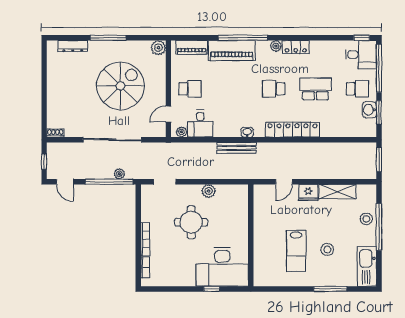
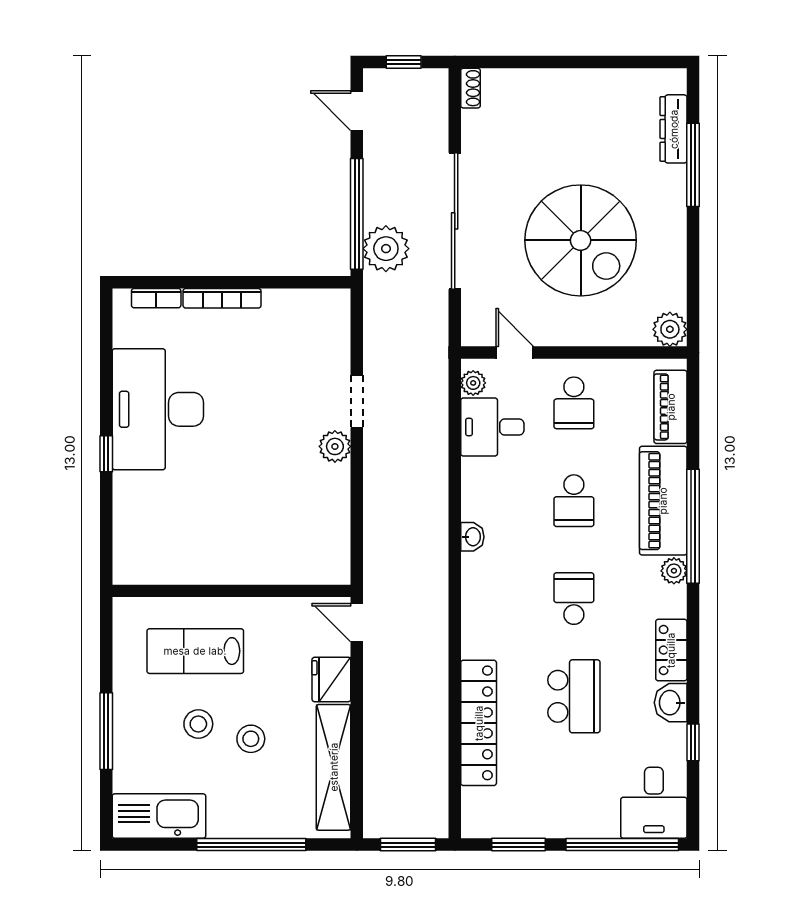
window: (108, 38) -> (693, 165), moved
window: (362, 38) -> (693, 742), moved
plant: (276, 46) -> (674, 571), moved
school desk: (357, 89) -> (574, 501), moved
washbasin: (369, 110) -> (671, 703), moved, turned -90
locker: (292, 130) -> (479, 723), moved
bench: (237, 148) -> (436, 512), removed
plant: (119, 174) -> (386, 249), width x1.88, depth x1.88
door: (65, 182) -> (357, 111), hinge flipped
doorway: (165, 182) -> (357, 401), moved
shelving: (337, 192) -> (334, 767), width x1.47
stool: (366, 219) -> (251, 739), moved
round table: (191, 222) -> (262, 406), removed
wall: (251, 235) -> (232, 591), moved
desk: (222, 267) -> (158, 409), moved

